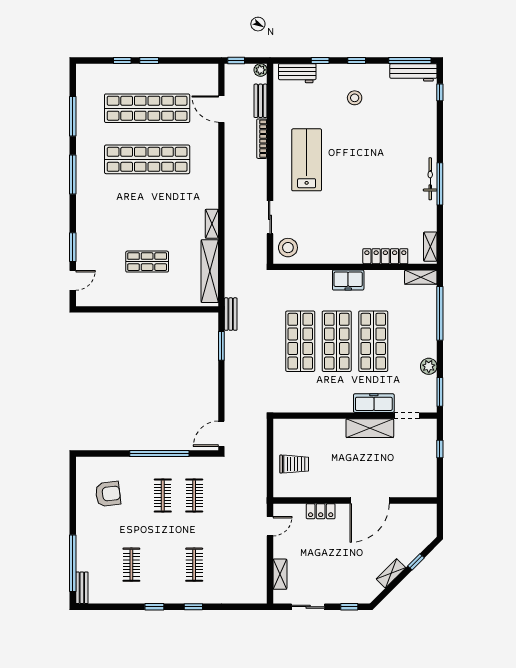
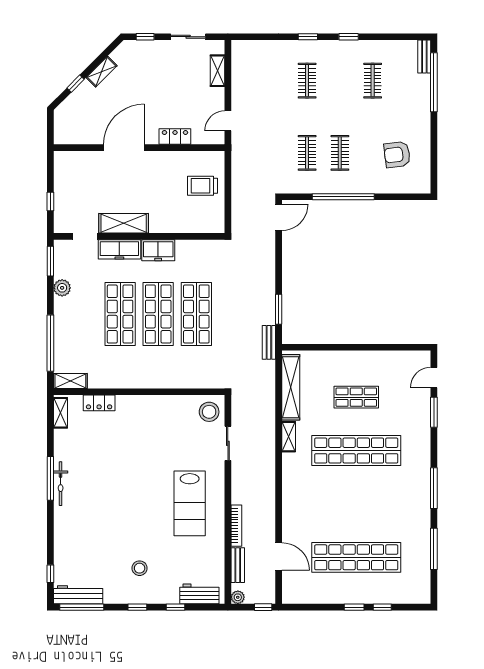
shop shelf: (147, 159) -> (356, 451), moved
locker: (385, 256) -> (99, 403), width x0.66
freezer: (348, 280) -> (158, 250), moved, turned 180

